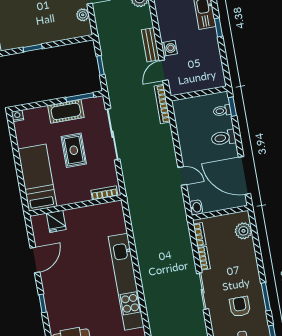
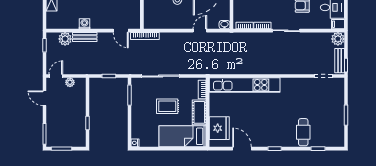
bench: (150, 45) -> (85, 37), moved
washing machine: (169, 48) -> (84, 24), moved
cot: (66, 111) -> (199, 112), moved
fridge: (56, 221) -> (219, 128), width x1.88, depth x1.34
kitchen unit: (126, 282) -> (245, 85), moved

